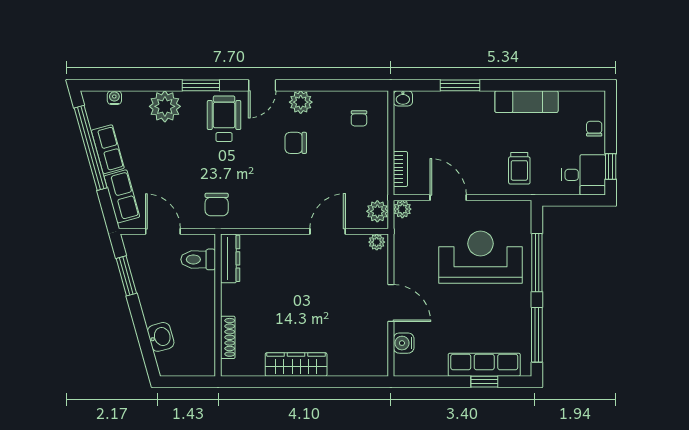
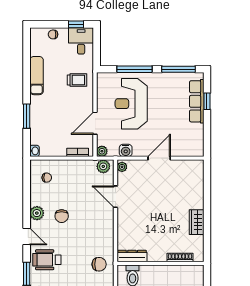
water cooler: (404, 343) -> (126, 150), moved
wardrobe: (296, 365) -> (197, 222), width x0.67

